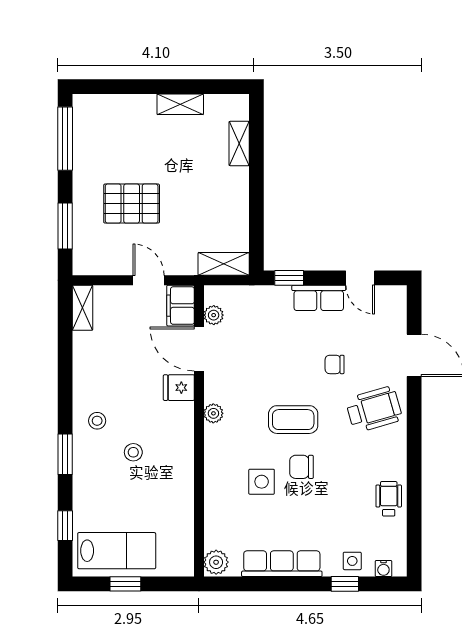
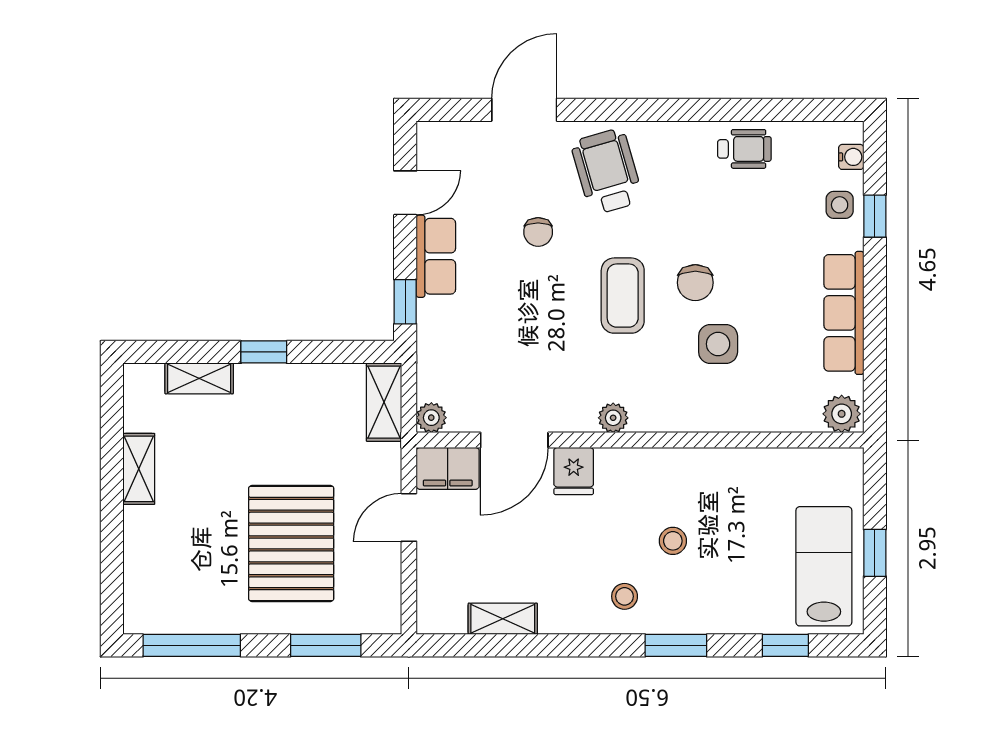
window: (256, 186) -> (264, 352), added
pallet: (132, 204) -> (291, 543), width x1.37, depth x1.41
shelving: (82, 308) -> (503, 619), moved
plant: (214, 315) -> (431, 418), moved
wheelchair: (389, 499) -> (744, 149), turned 180

